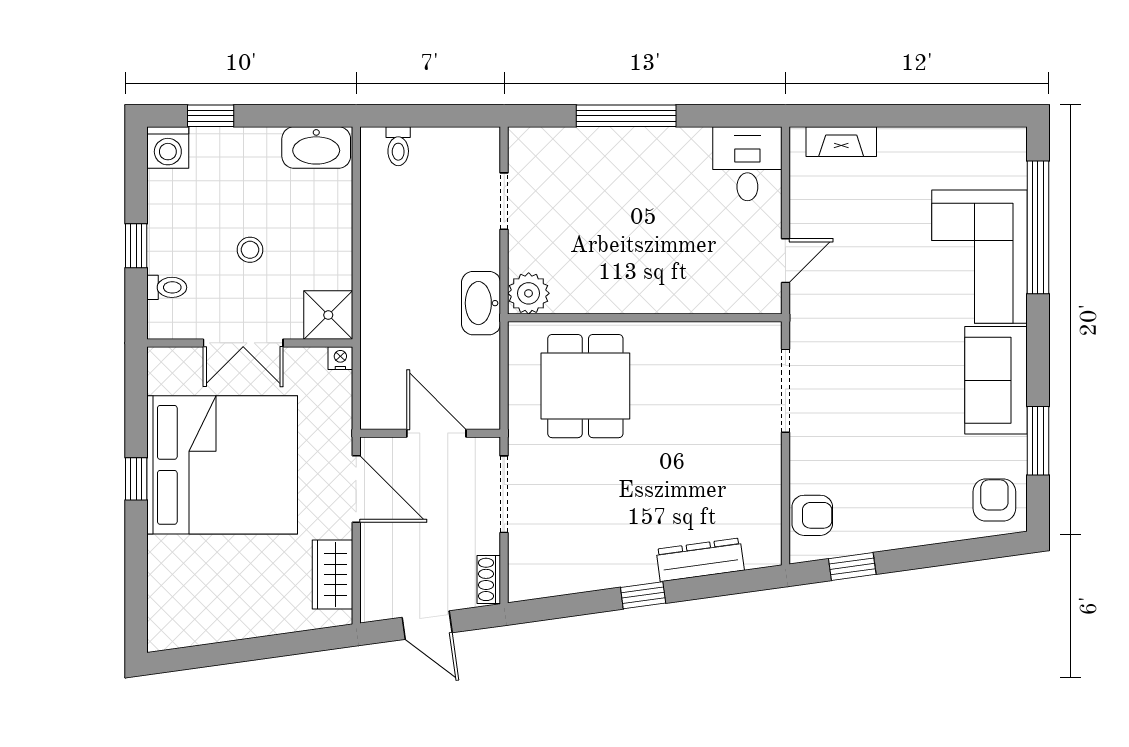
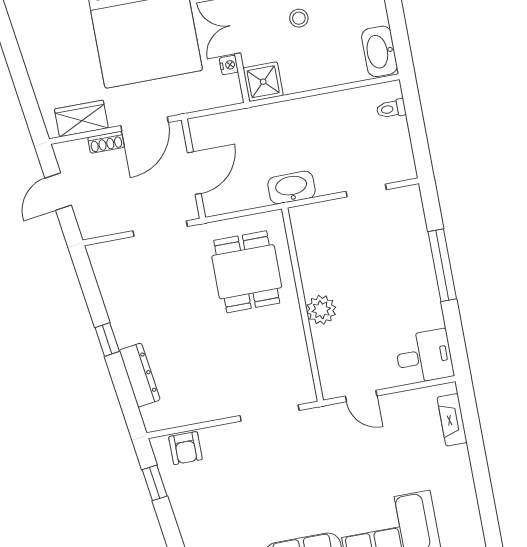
plant: (529, 293) -> (321, 310), moved
nightstand: (340, 358) -> (229, 65), moved
dining table: (585, 386) -> (247, 272), turned 90
shoe rack: (489, 579) -> (106, 142), moved, turned 180

